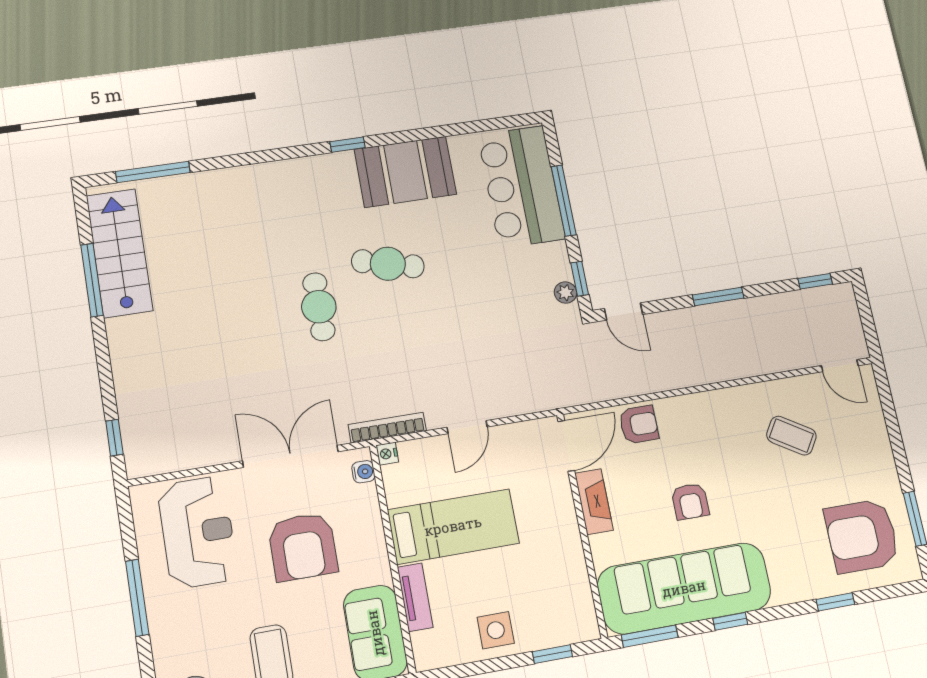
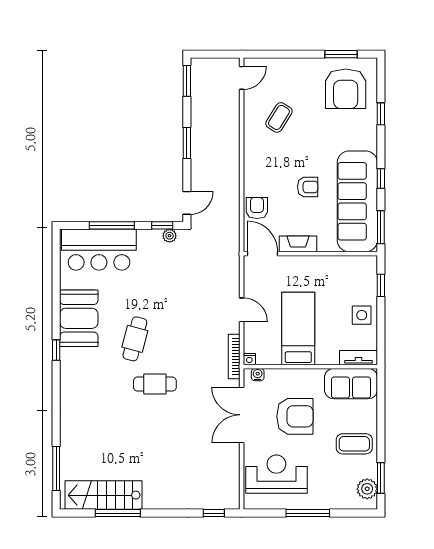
window: (815, 281) -> (187, 81), width x1.50
tv unit: (415, 597) -> (359, 358), moved

